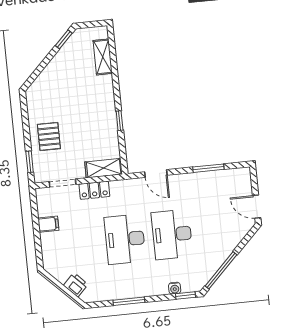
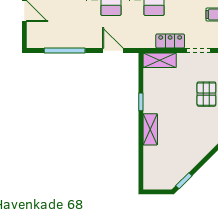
shelving: (103, 57) -> (150, 129), moved
window: (208, 168) -> (65, 51), width x1.44

